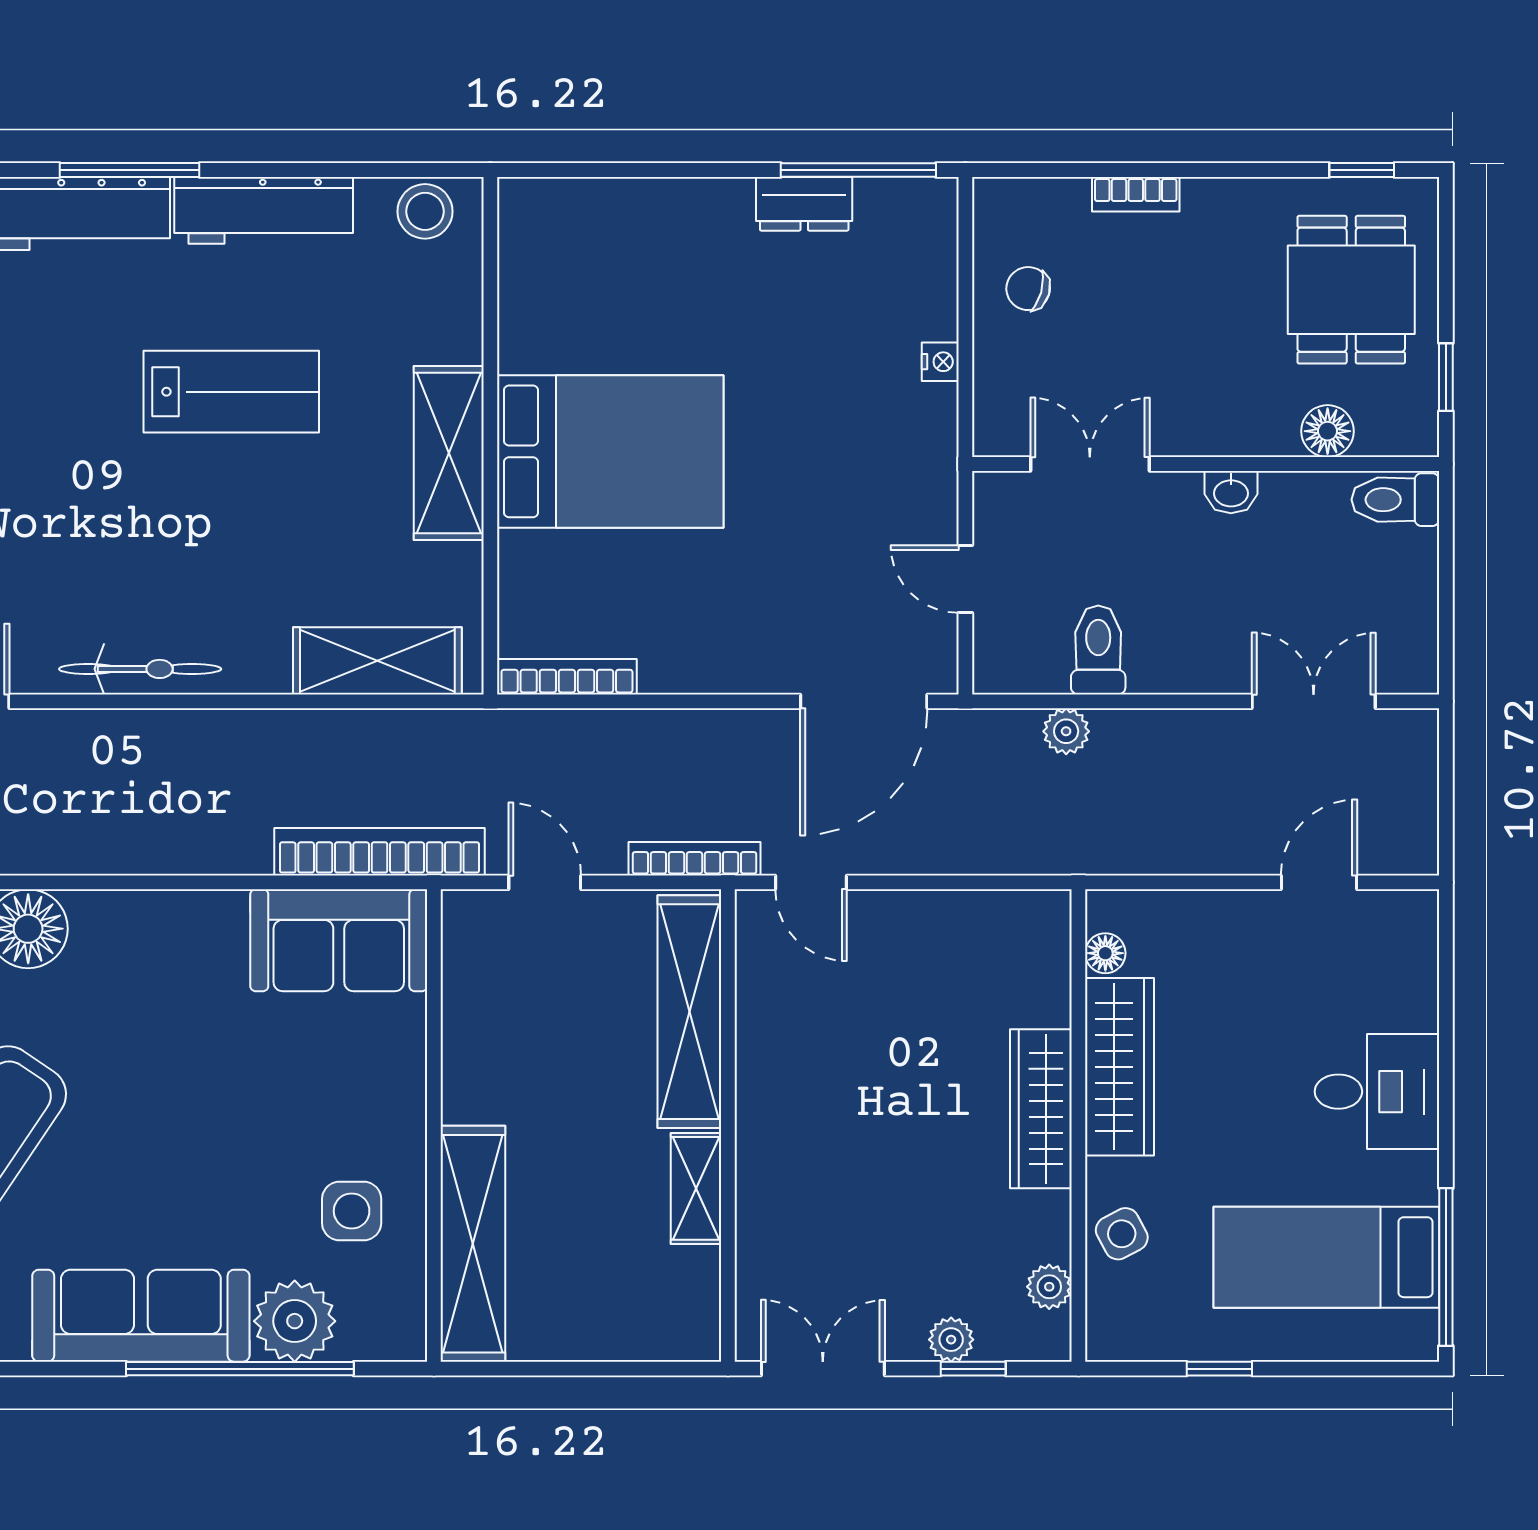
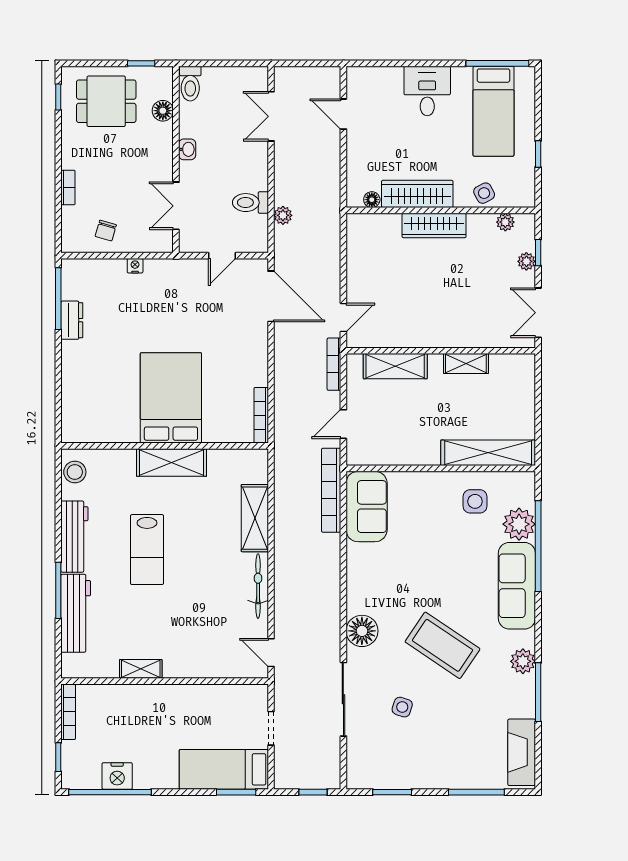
lab bench: (231, 392) -> (147, 550), turned 180
shelving: (377, 661) -> (255, 518), moved
shelving: (689, 1012) -> (395, 366), width x0.68

